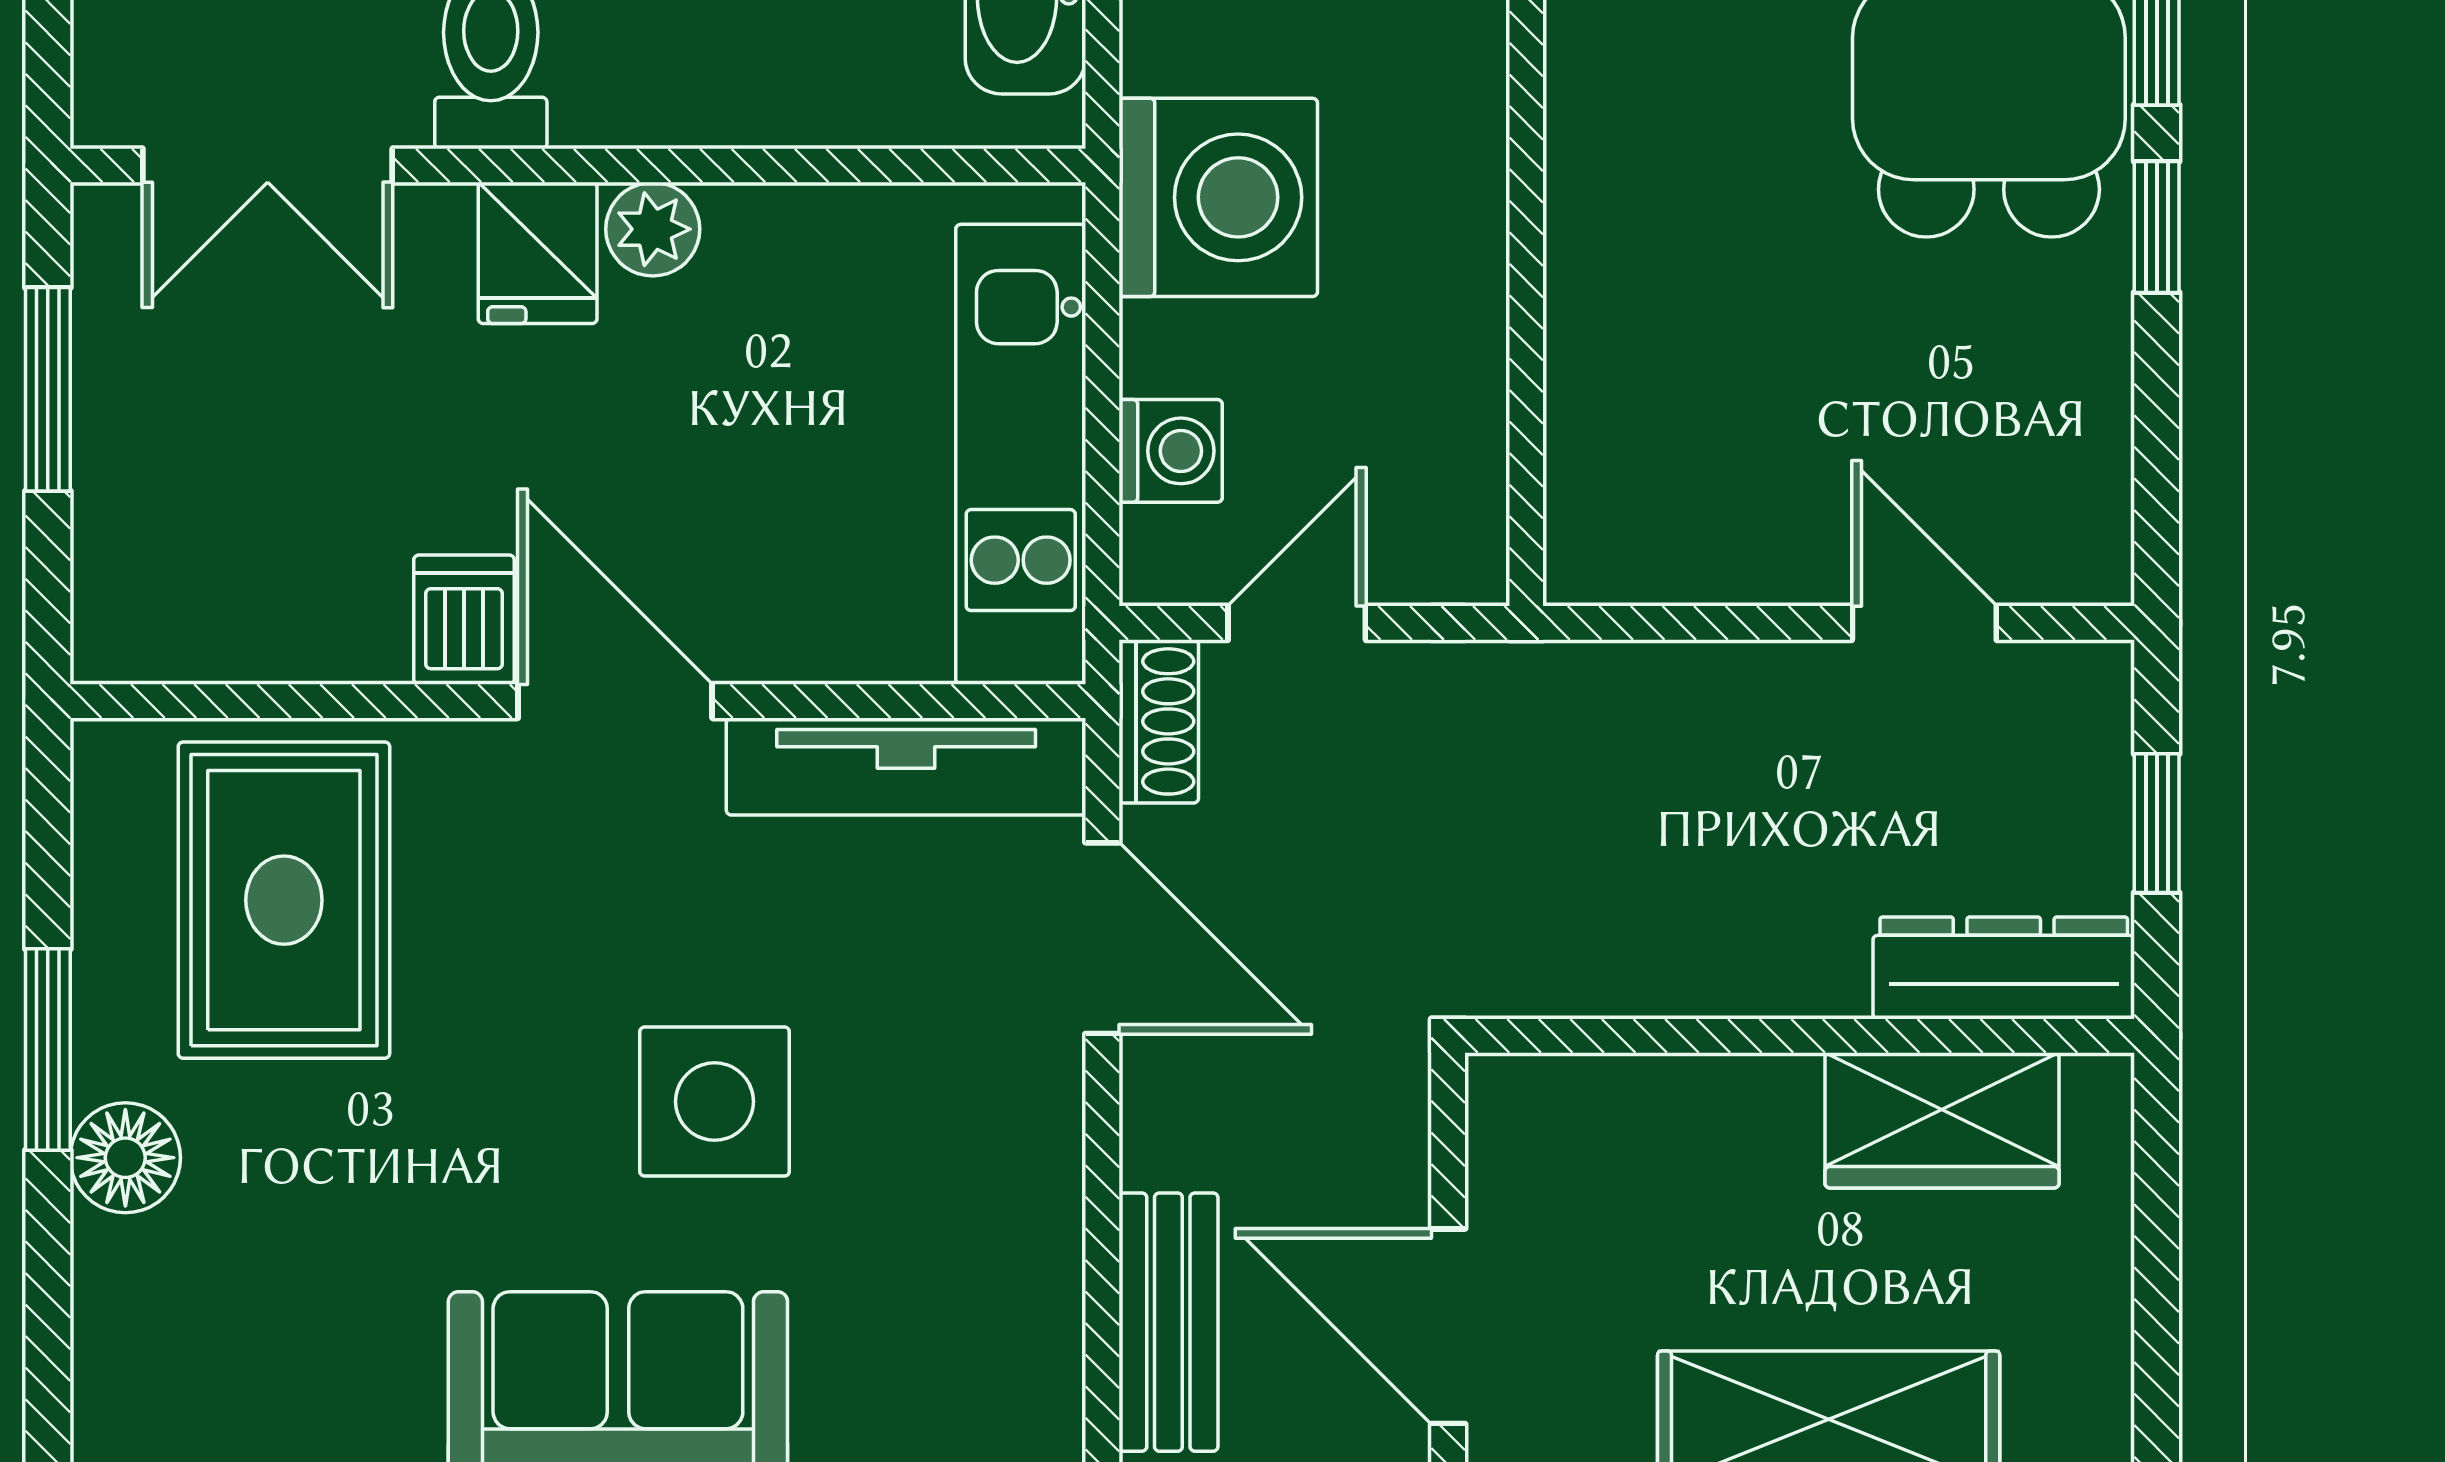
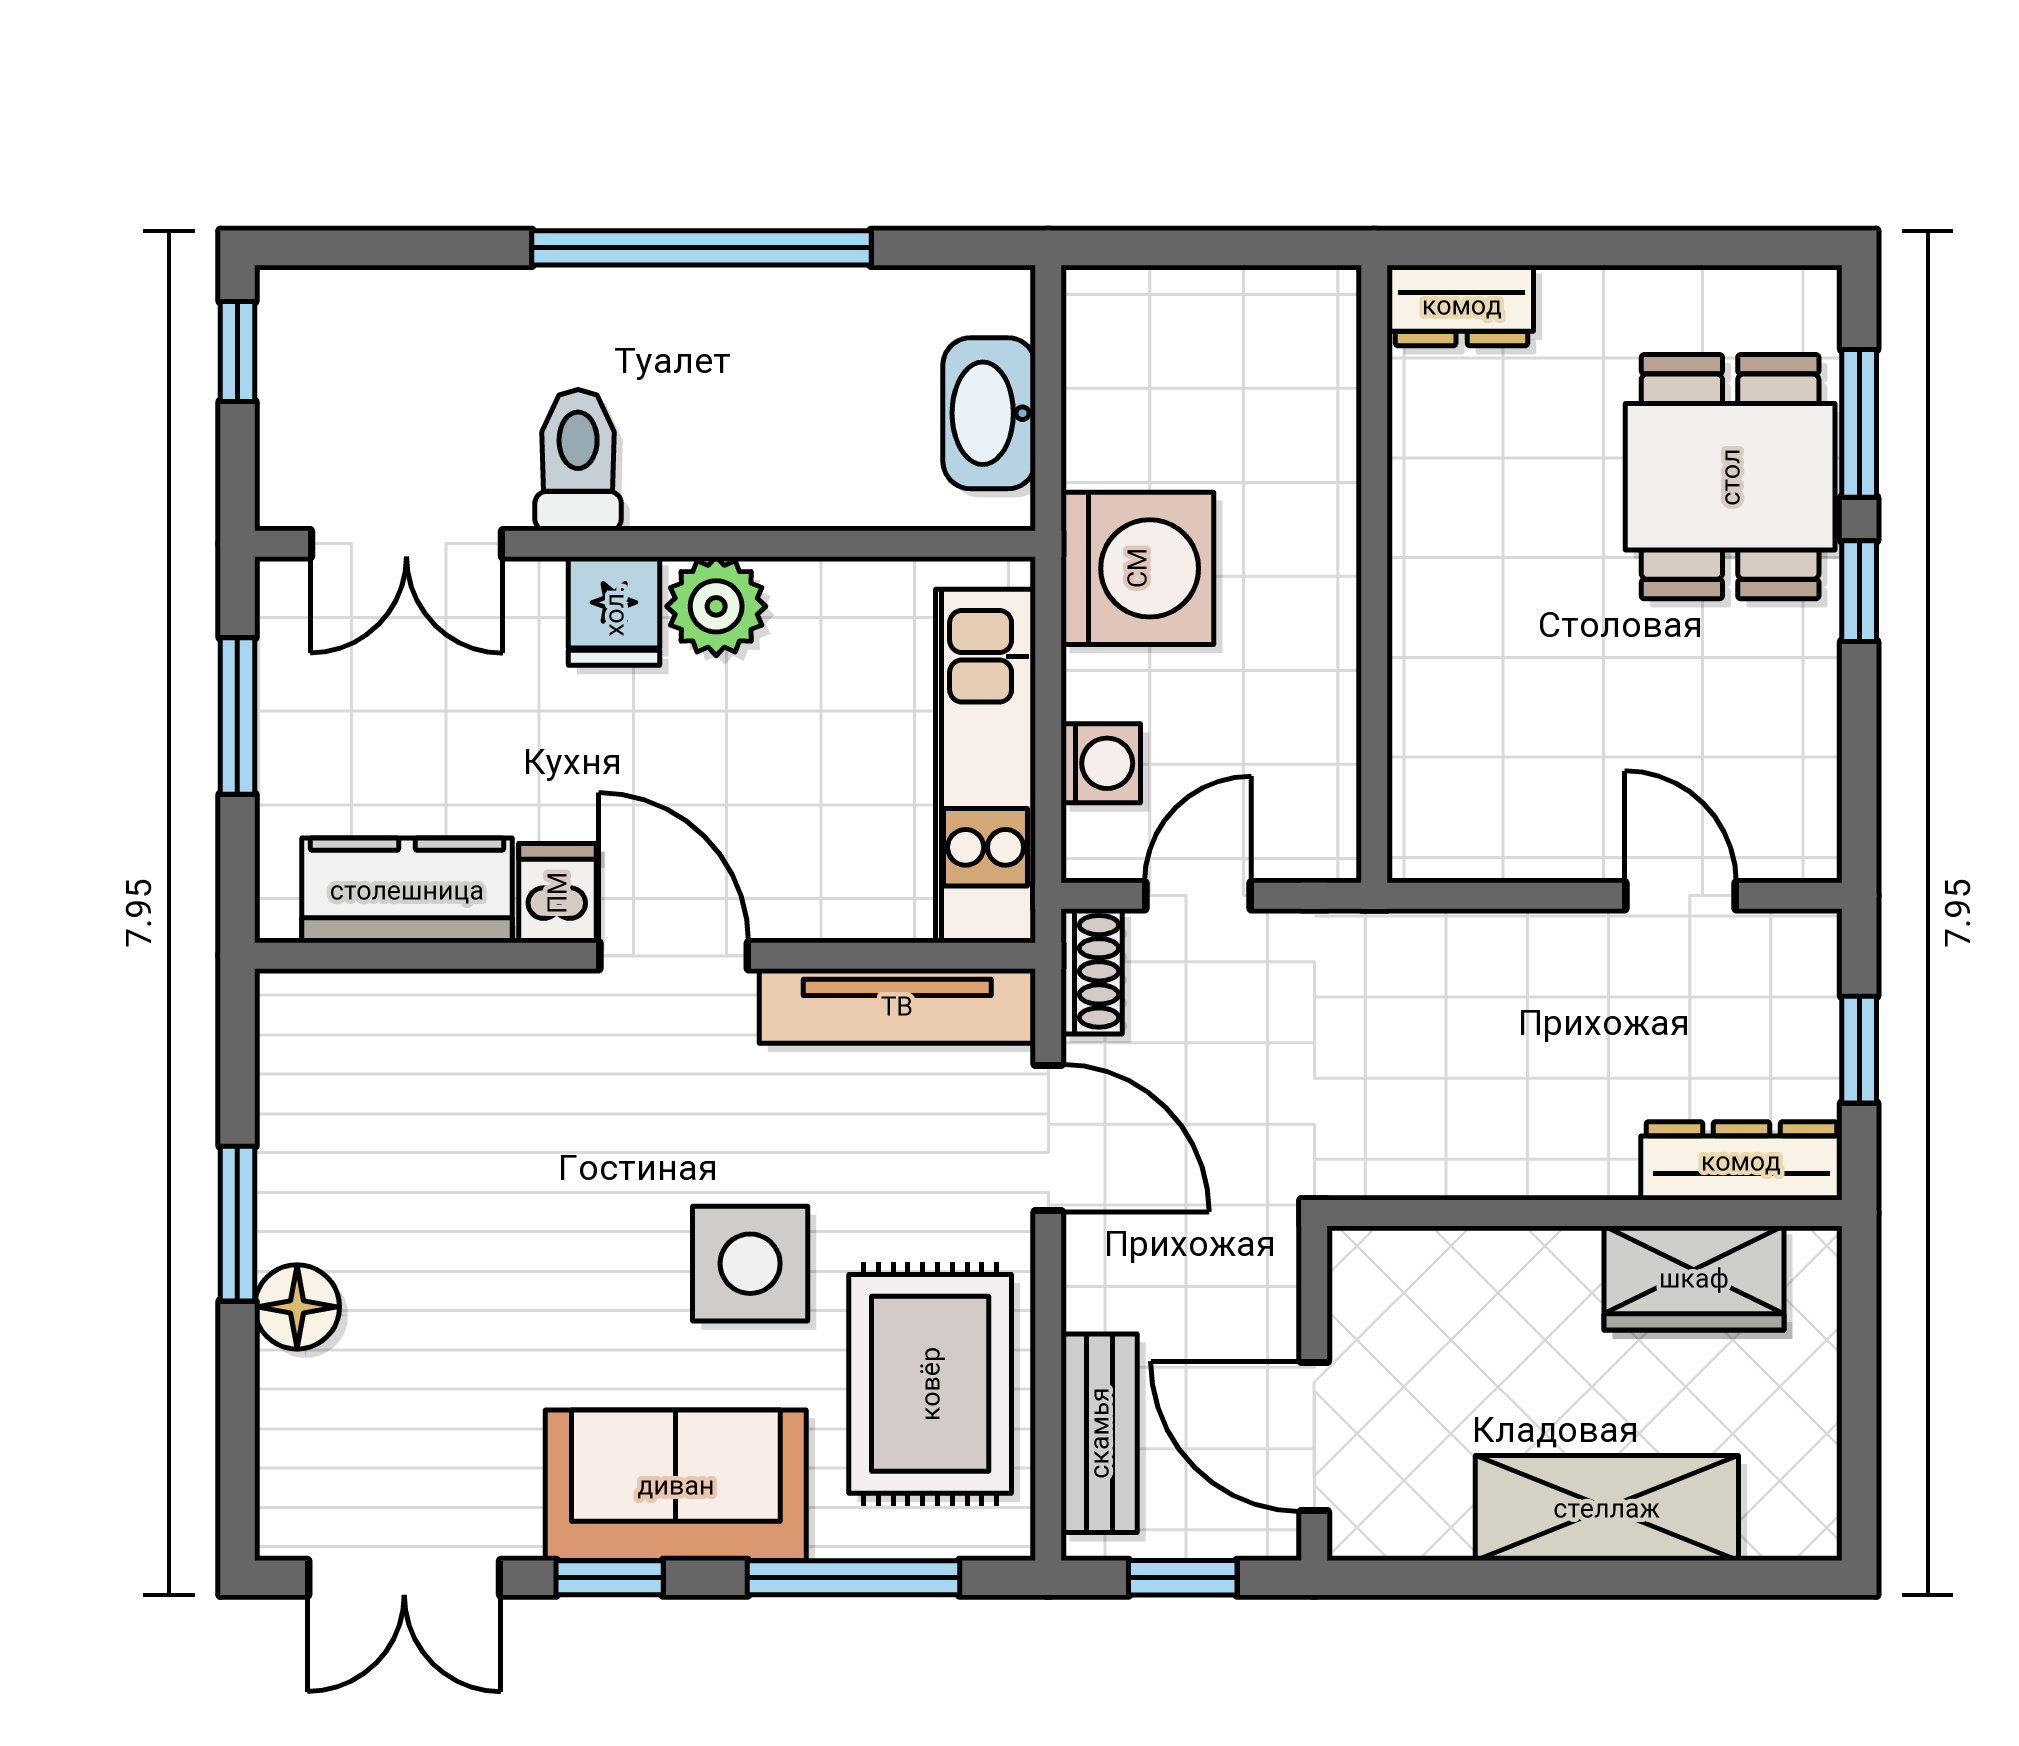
plant: (653, 229) -> (716, 606), width x1.38, depth x1.38
kitchen counter: (268, 616) -> (407, 890), added
rug: (284, 900) -> (930, 1384), moved

